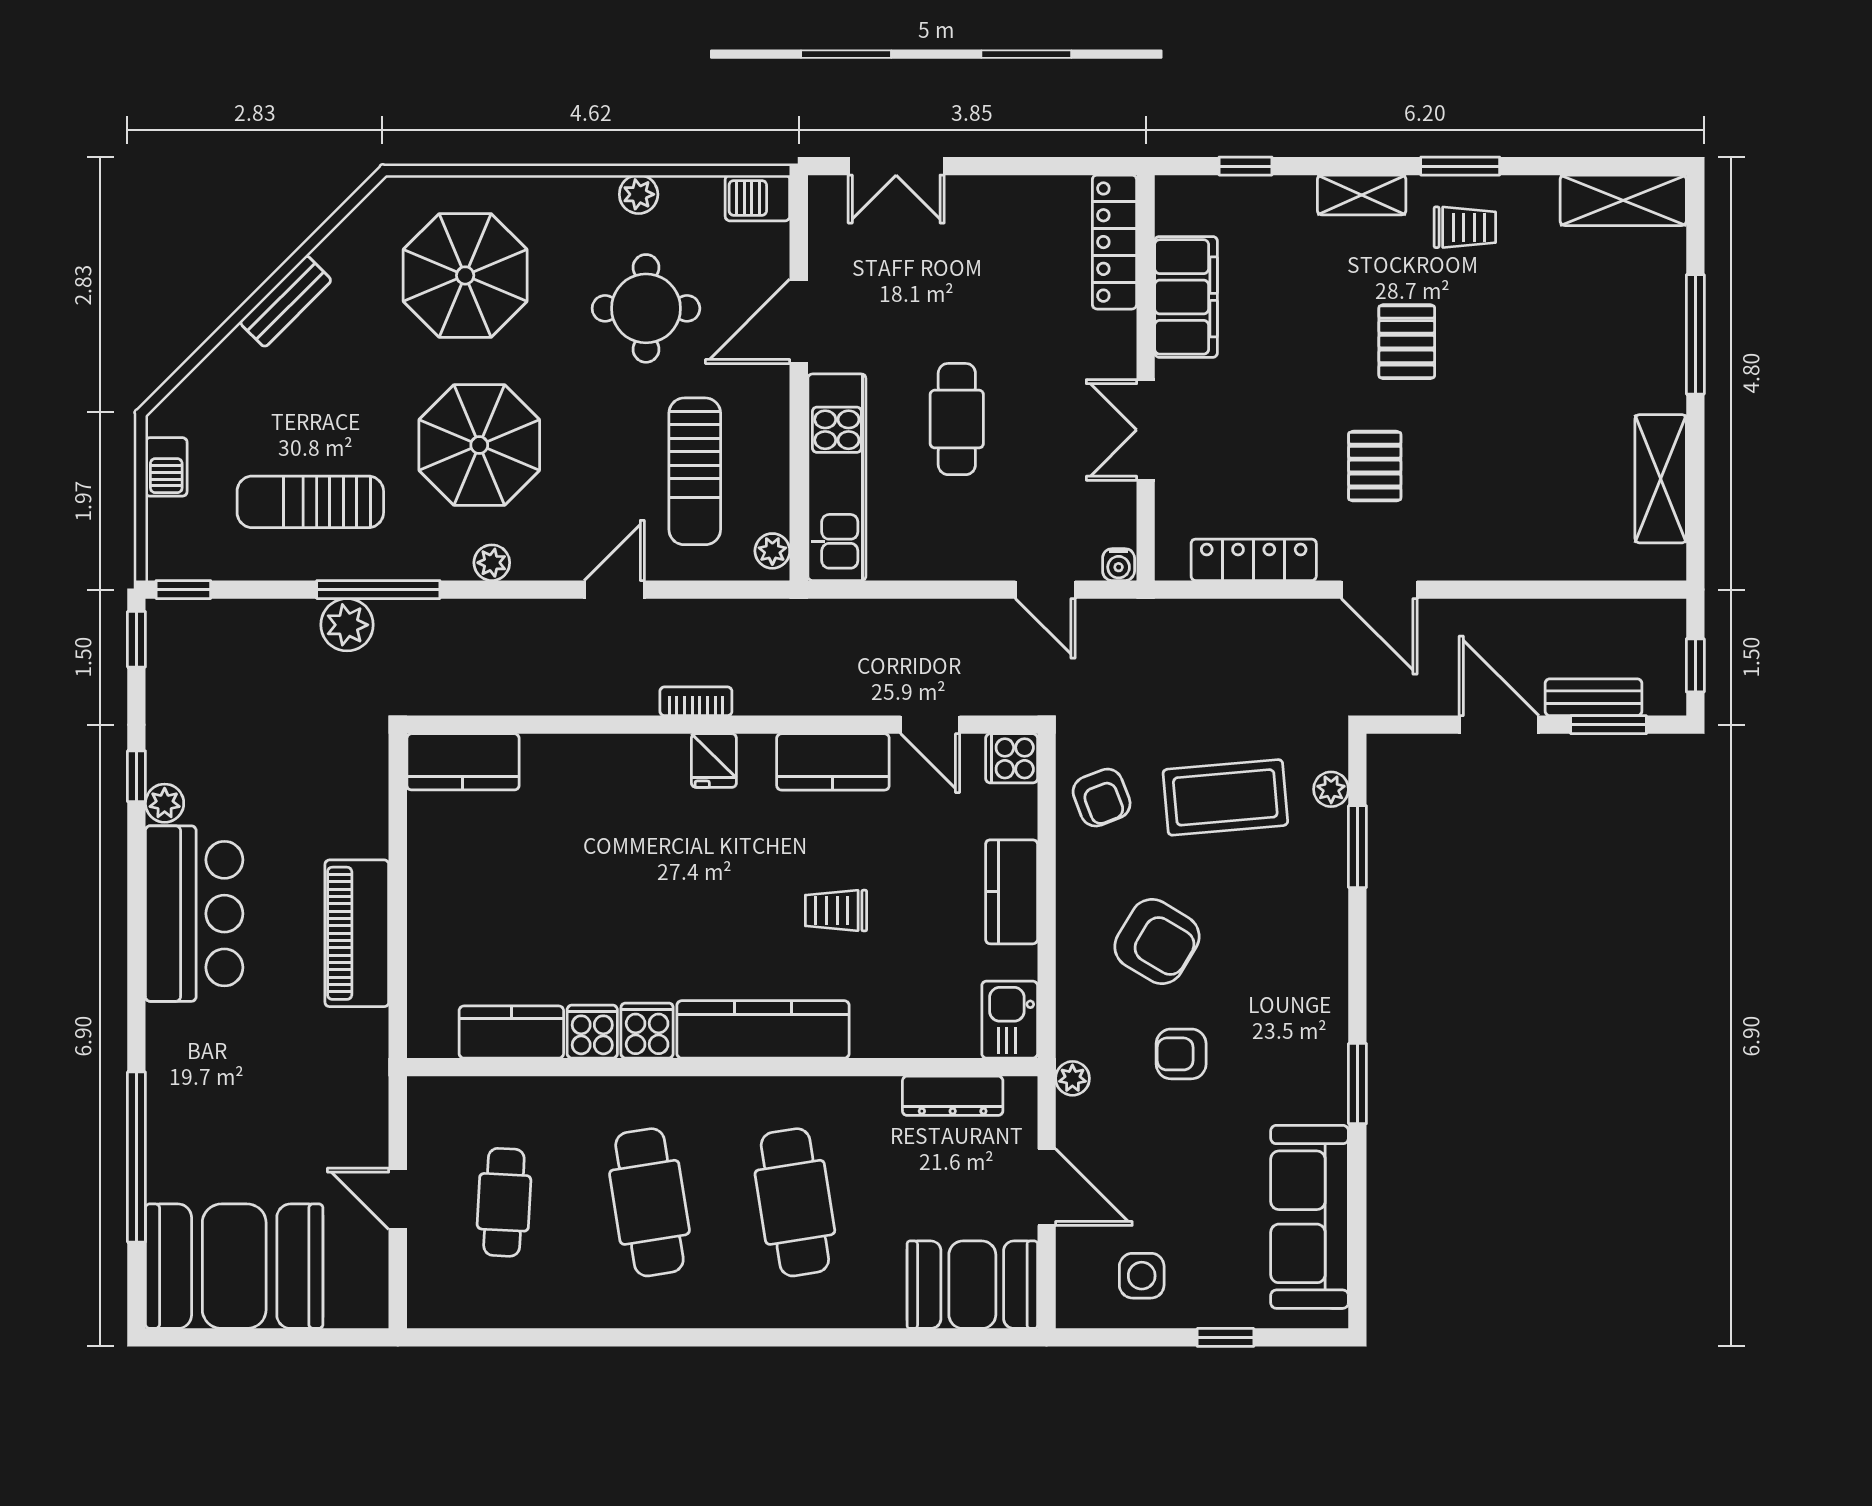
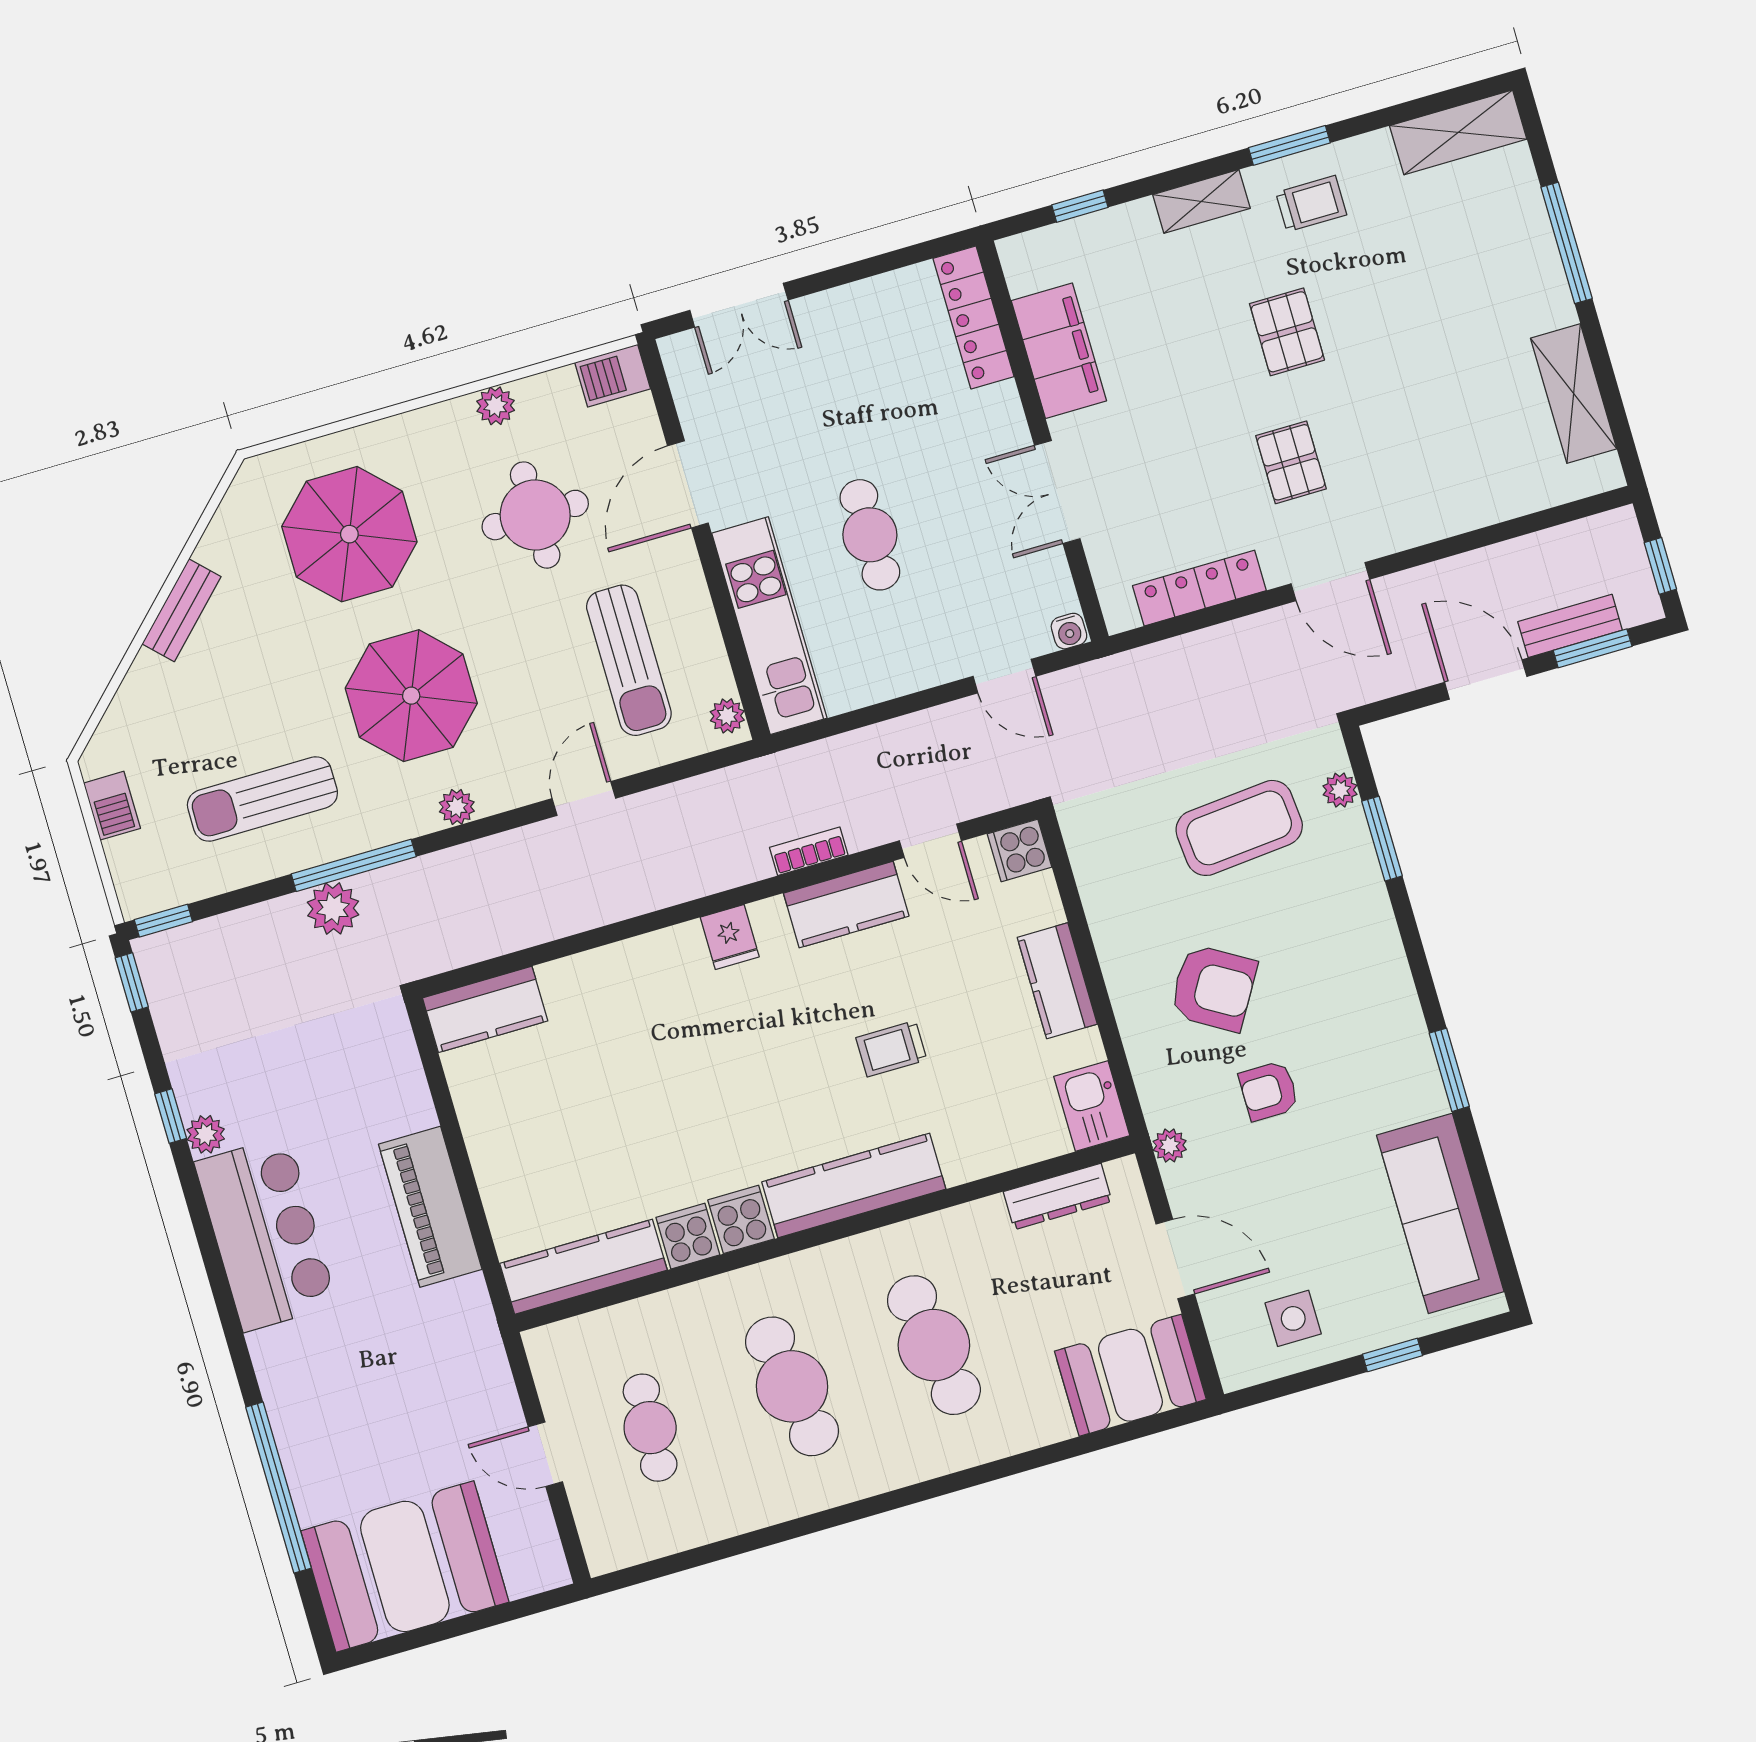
bookcase: (696, 701) -> (809, 851), moved
armchair: (1102, 798) -> (1118, 863), removed
kitchen counter: (511, 1032) -> (583, 1267), width x1.50

